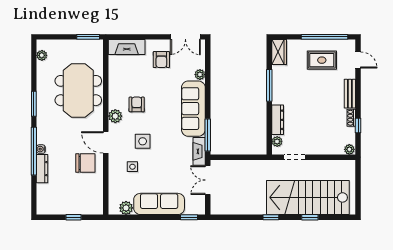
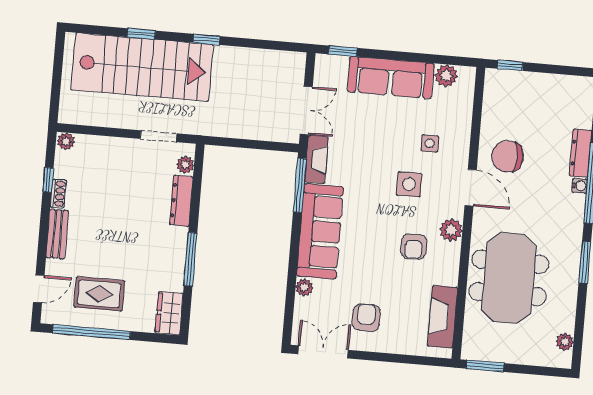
fireplace: (127, 47) -> (443, 317), moved, turned -90
door: (358, 60) -> (39, 289), swing flipped
window: (74, 217) -> (510, 65), moved

